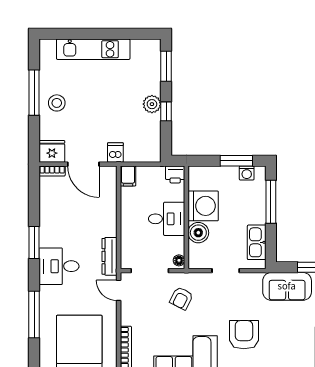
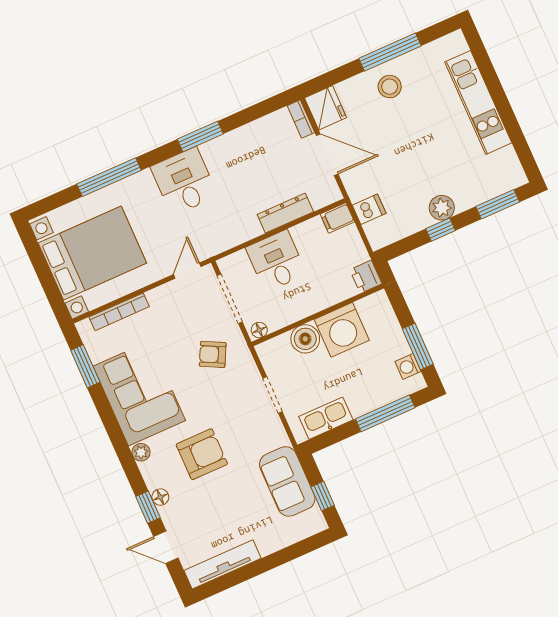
dishwasher: (115, 152) -> (369, 209), moved
door: (83, 164) -> (327, 155), swing flipped
desk: (167, 219) -> (276, 261), moved, turned 180
dresser: (110, 256) -> (285, 213), moved

